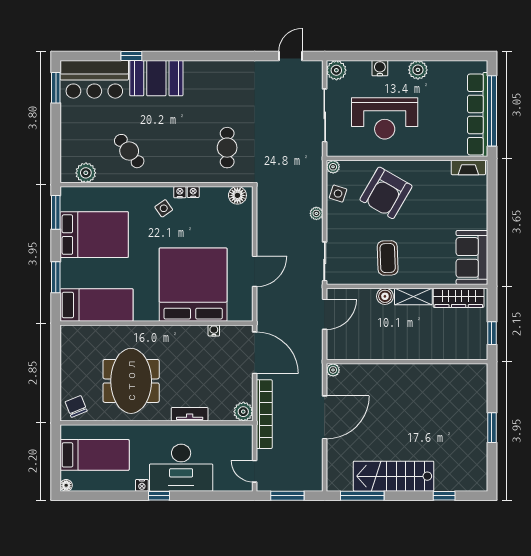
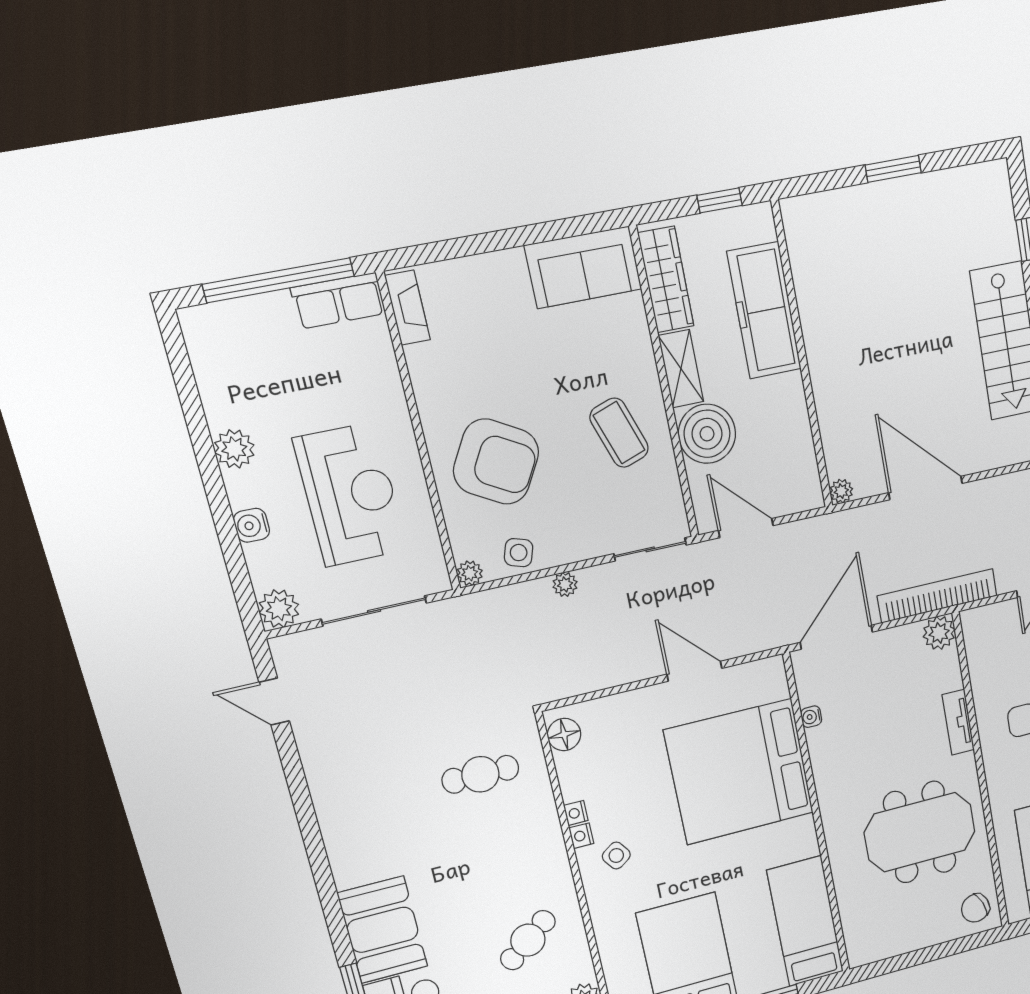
row of seats: (478, 114) -> (338, 301), width x0.50
coffee table: (388, 258) -> (619, 433), turned 73
boiler: (385, 296) -> (707, 434), width x1.86, depth x1.86
freezer: (434, 346) -> (764, 311), added

